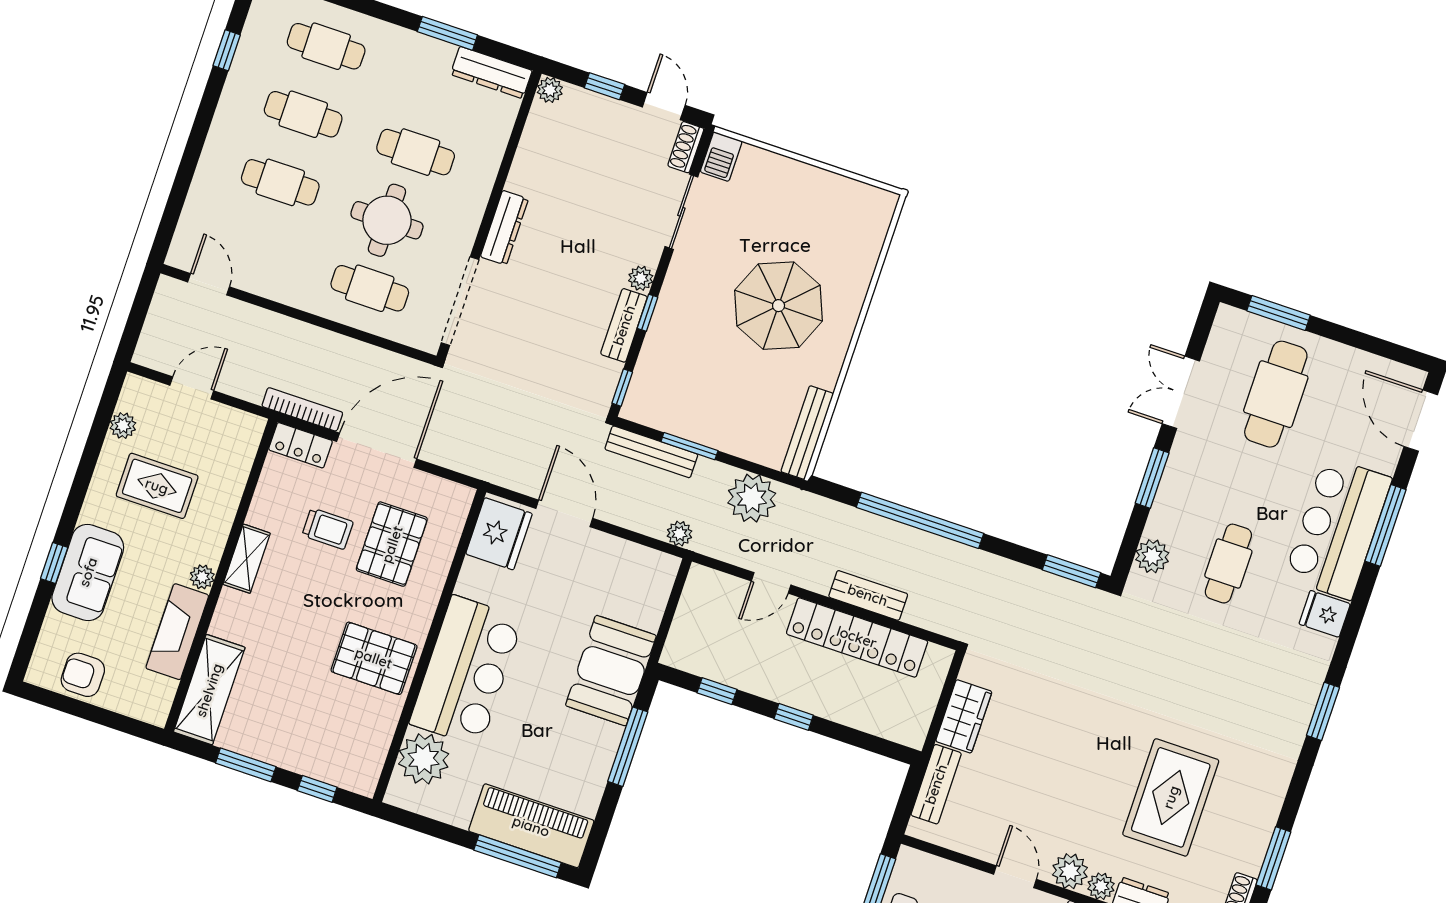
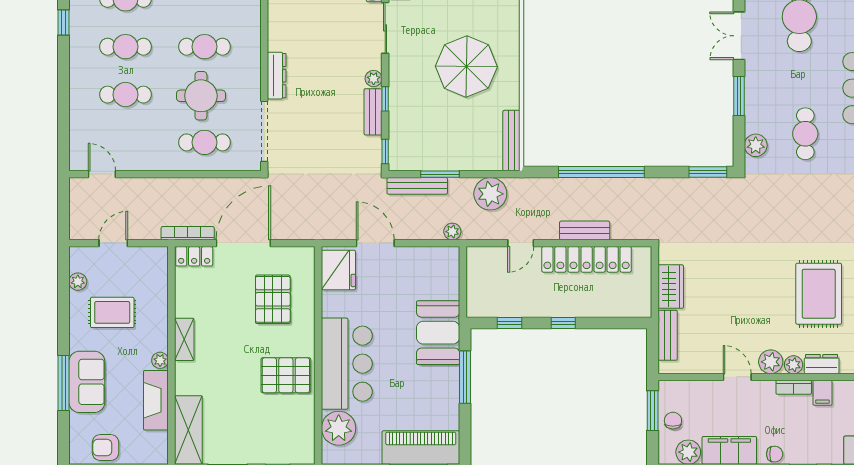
trolley: (328, 529) -> (229, 303), removed
window: (54, 563) -> (64, 383), width x2.17

